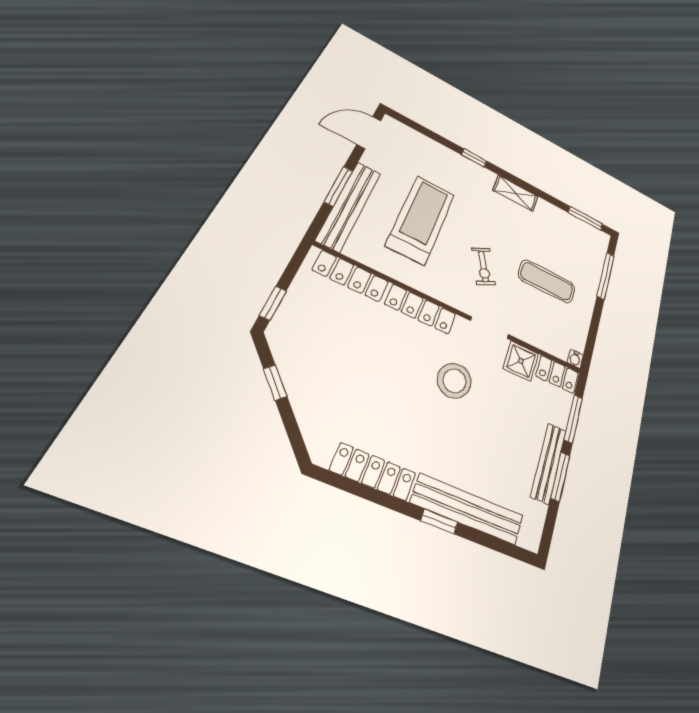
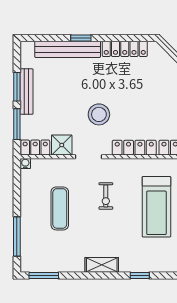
exercise bike: (483, 266) -> (106, 196), turned -153
exercise mat: (547, 281) -> (60, 208), turned 90

